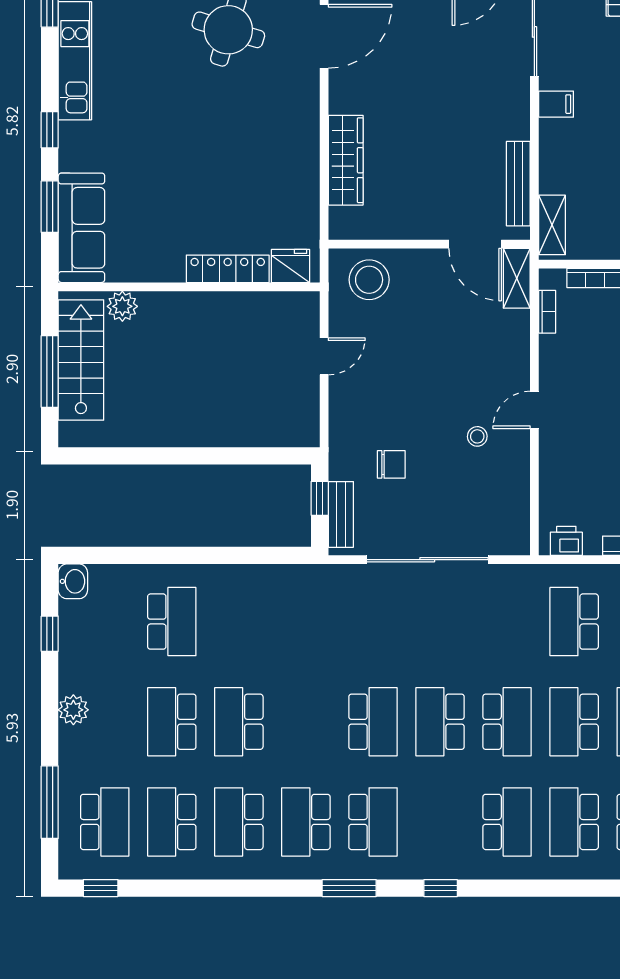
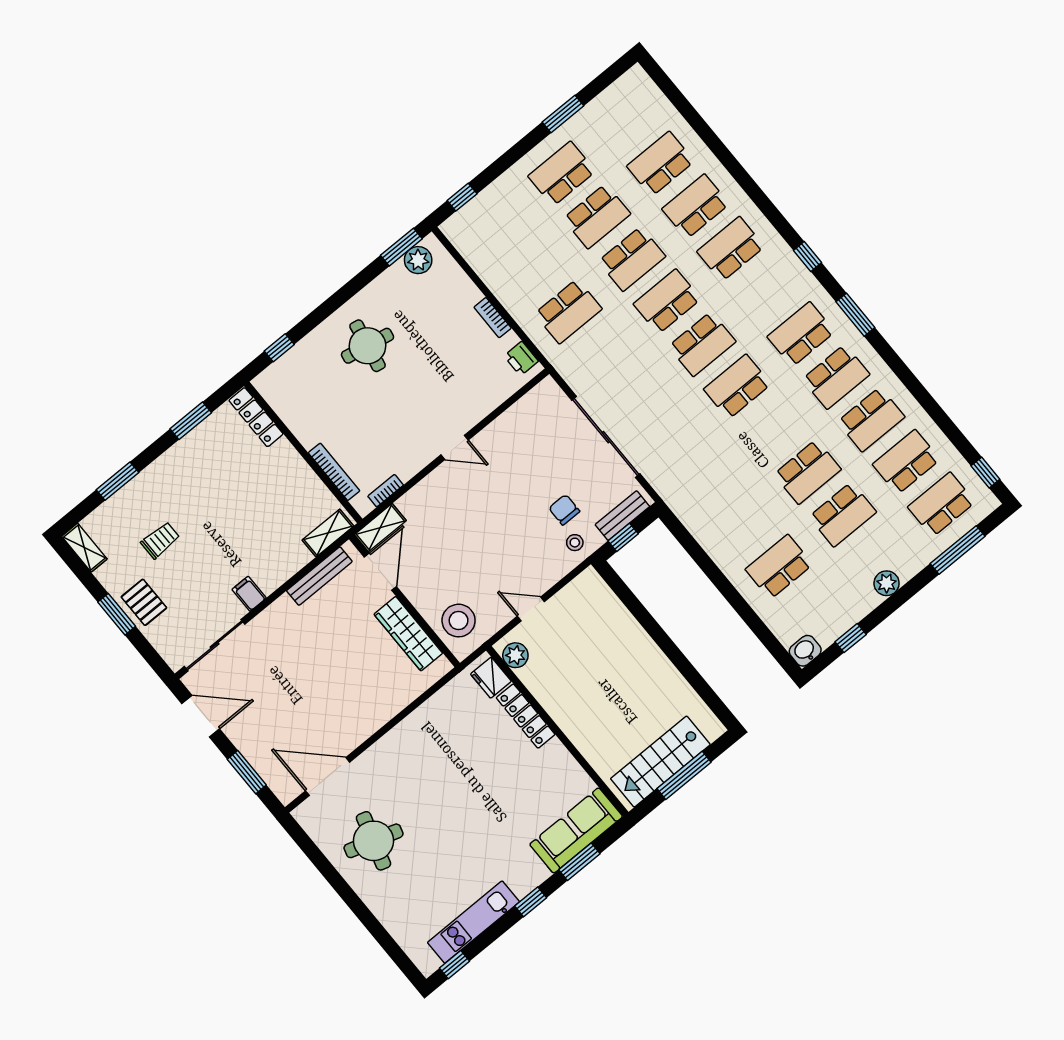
wardrobe: (346, 160) -> (408, 634), moved, turned -90
plant: (122, 306) -> (515, 655), moved
stool: (477, 436) -> (575, 543), moved
school desk: (172, 822) -> (906, 462), turned 180
school desk: (574, 822) -> (696, 206), turned 180

